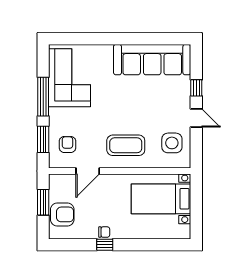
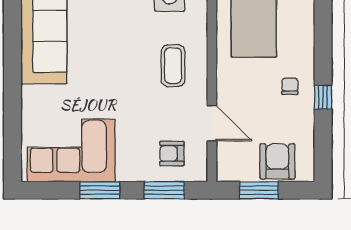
window: (43, 97) -> (100, 190), width x0.69
coffee table: (126, 145) -> (173, 66), width x0.73, depth x0.76
chair: (104, 232) -> (290, 86), moved

